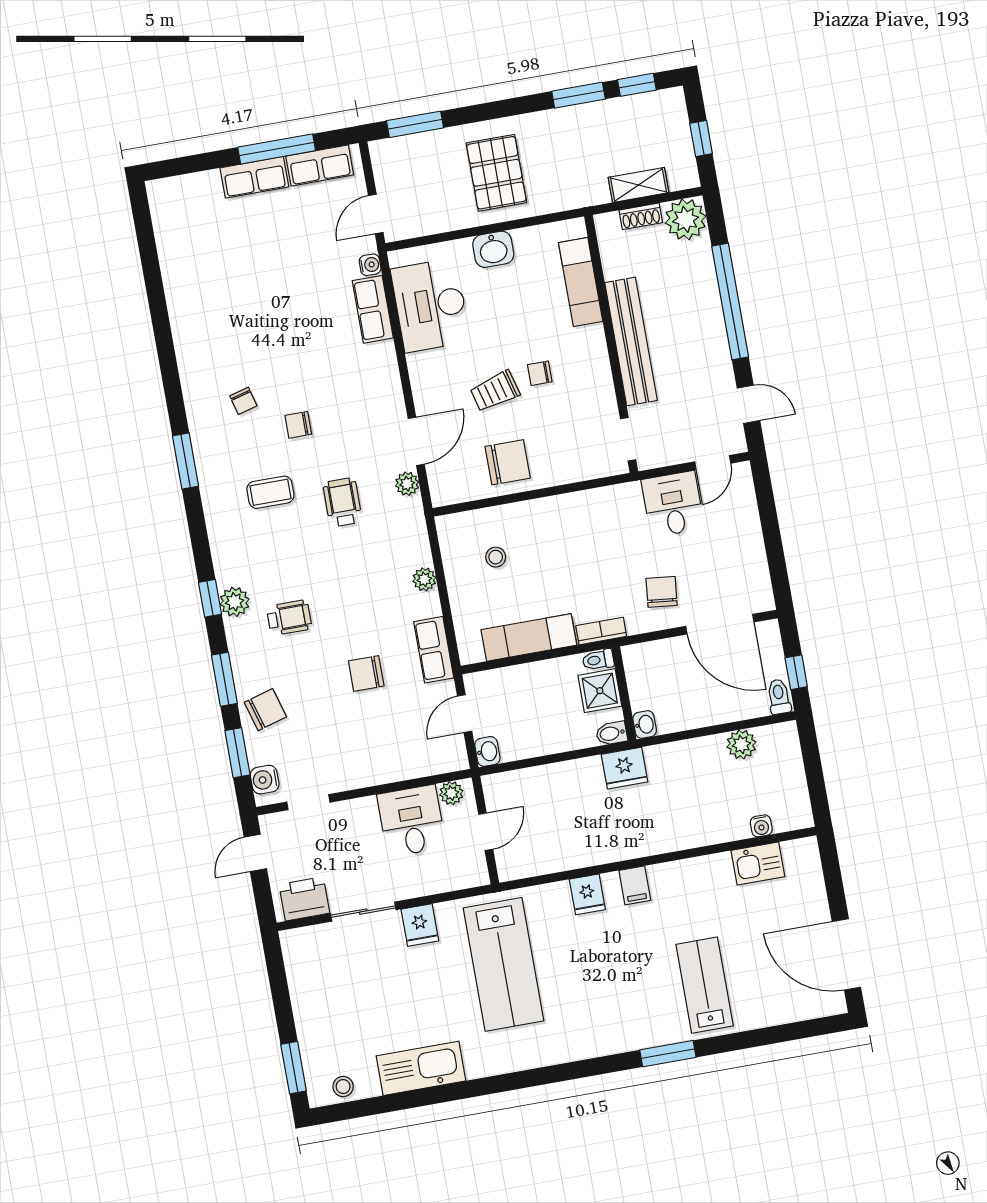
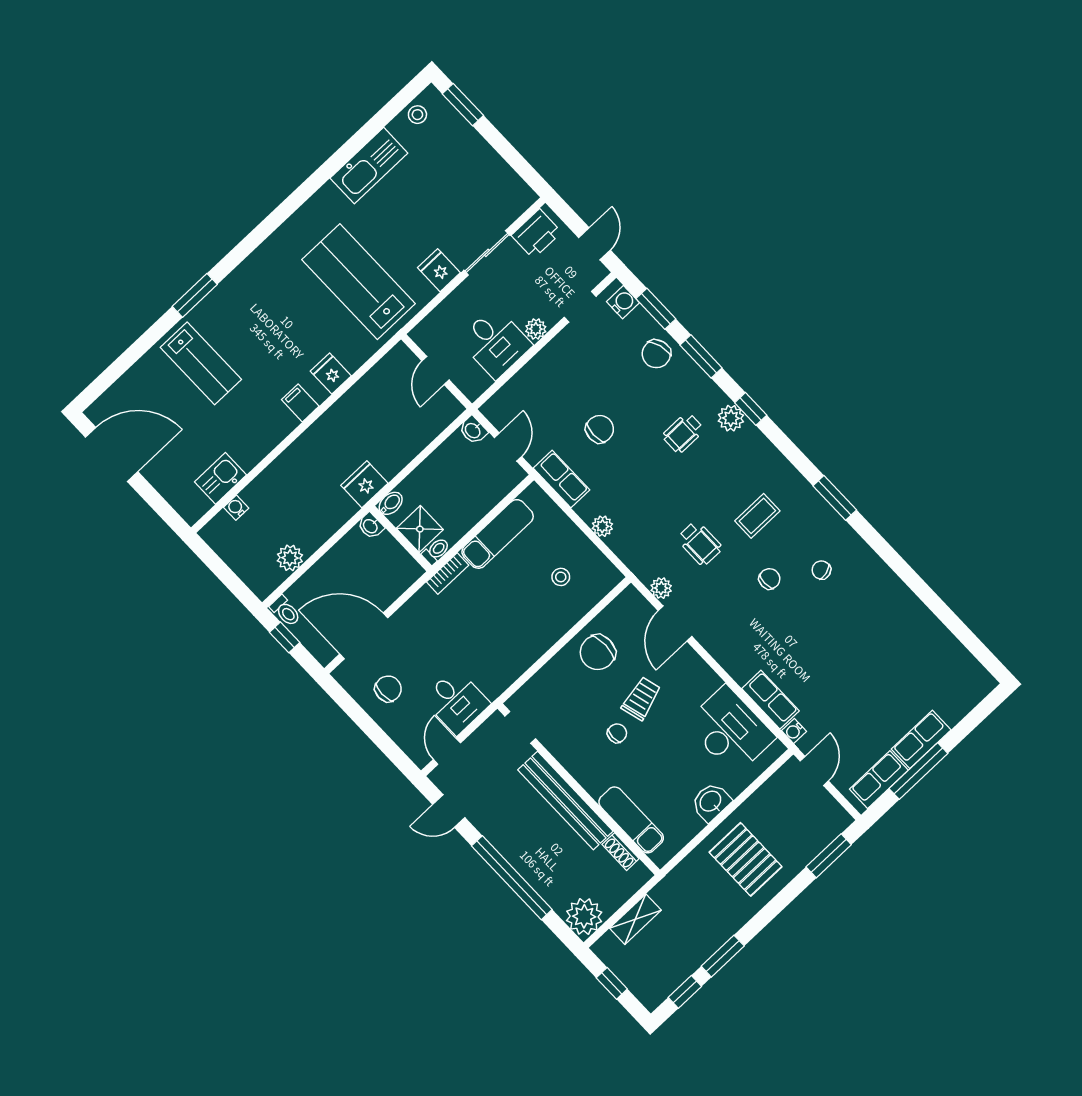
shoe rack: (641, 216) -> (621, 852), moved, turned -90
chair: (662, 592) -> (388, 689), moved, turned -96
plant: (451, 793) -> (536, 329), moved

